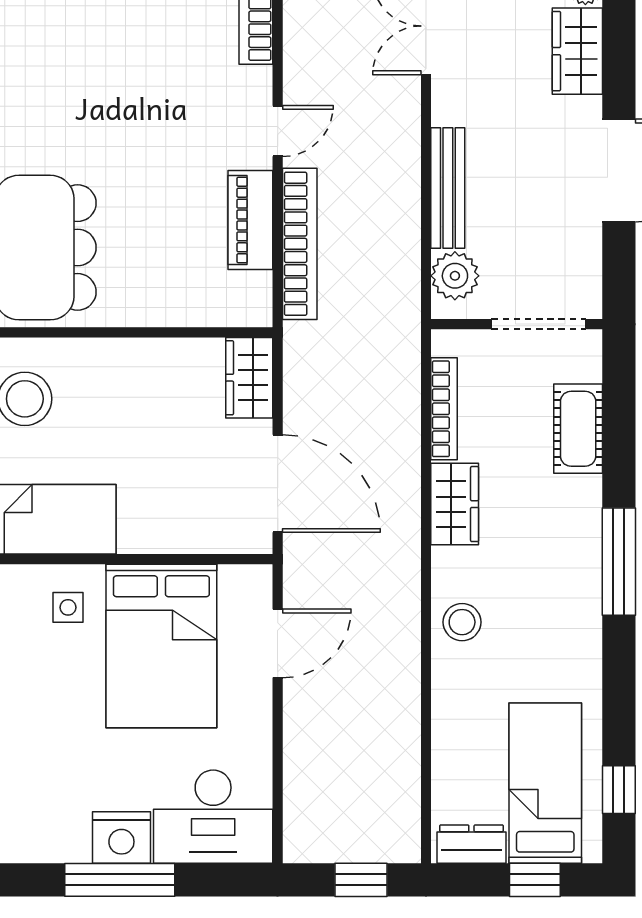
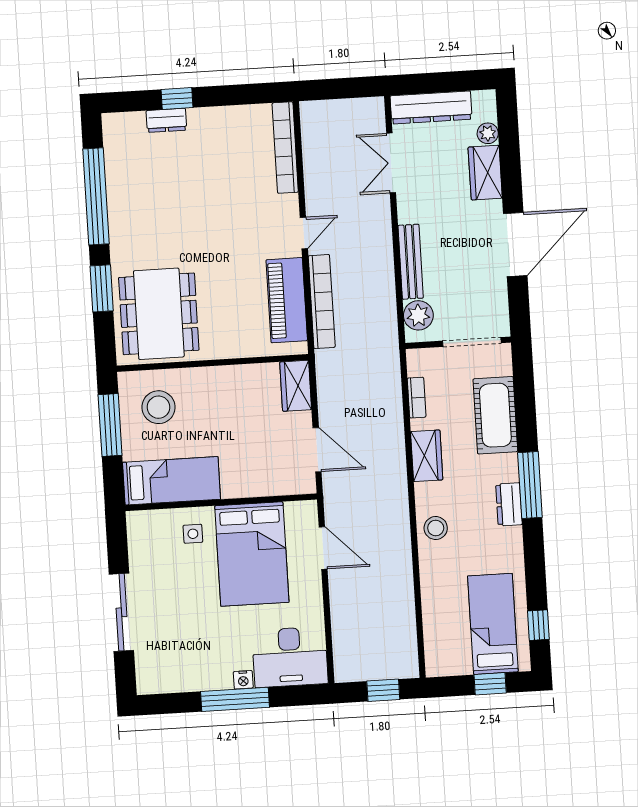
piano: (250, 220) -> (287, 300), width x1.37, depth x1.33
bookcase: (444, 409) -> (417, 398), width x0.64
cot: (578, 429) -> (495, 415), width x1.37, depth x1.34
door: (278, 484) -> (317, 450), width x0.73
door: (278, 643) -> (323, 548), hinge flipped
nightstand: (121, 838) -> (243, 680), width x0.53, depth x0.56
dresser: (471, 844) -> (509, 504), moved, turned -90

